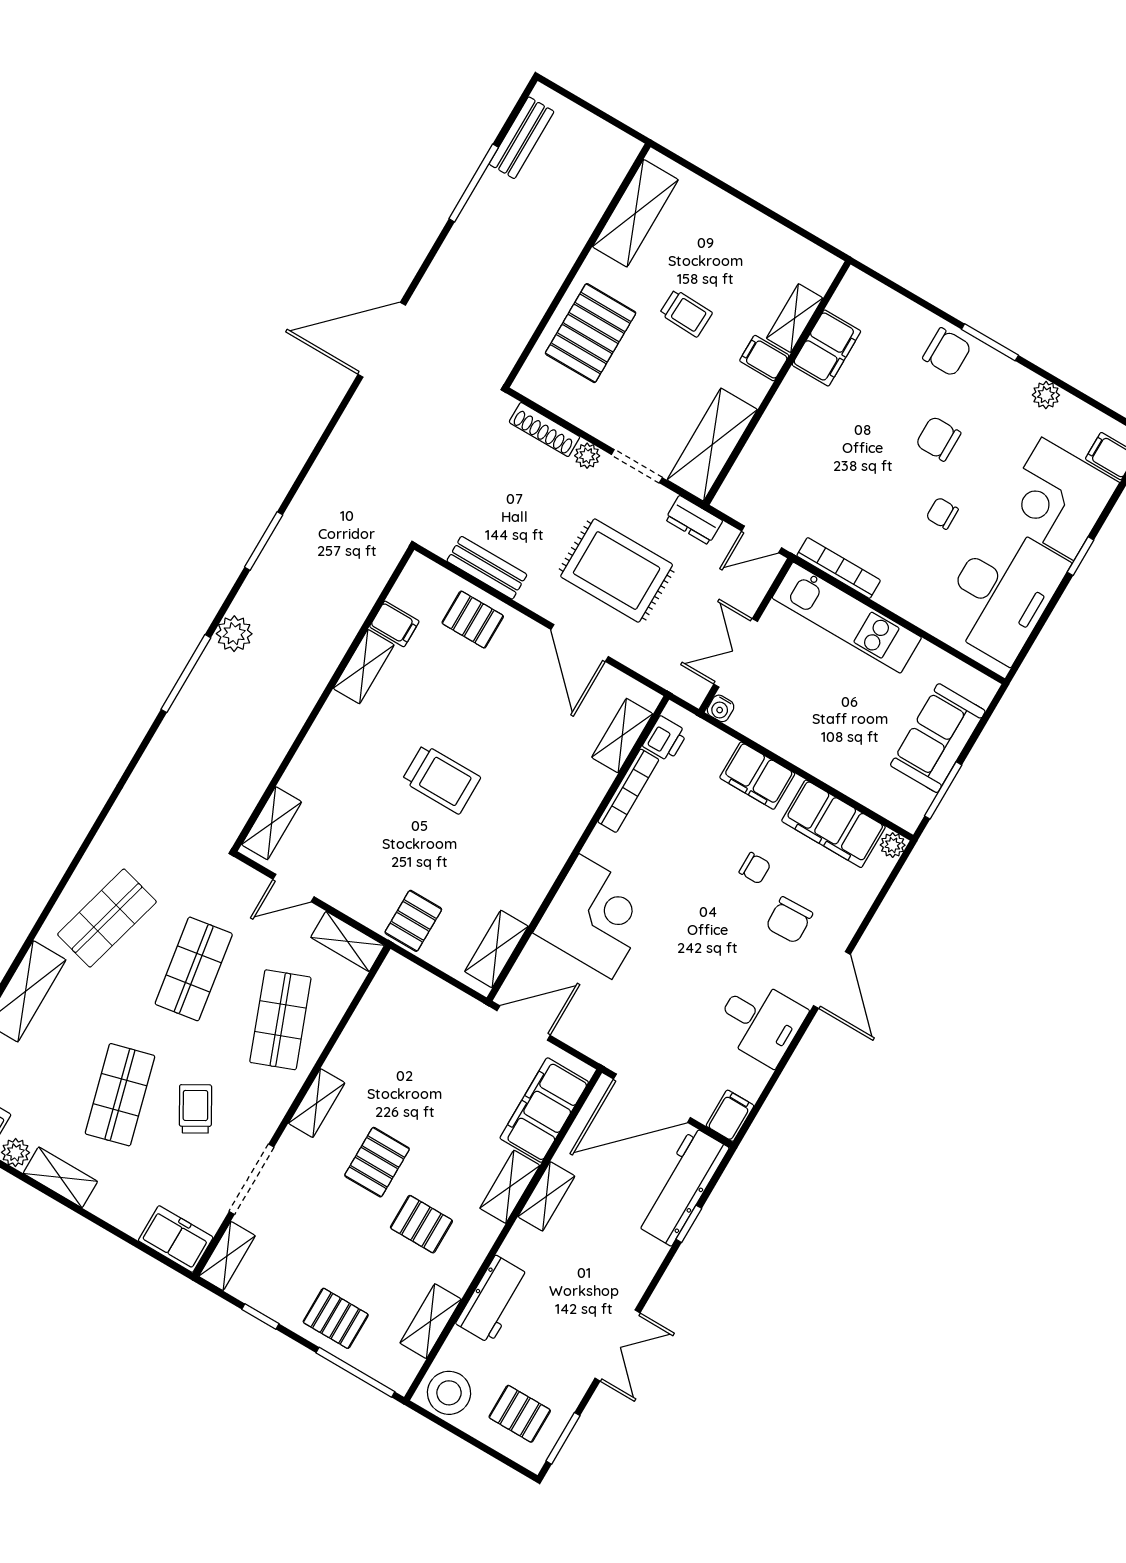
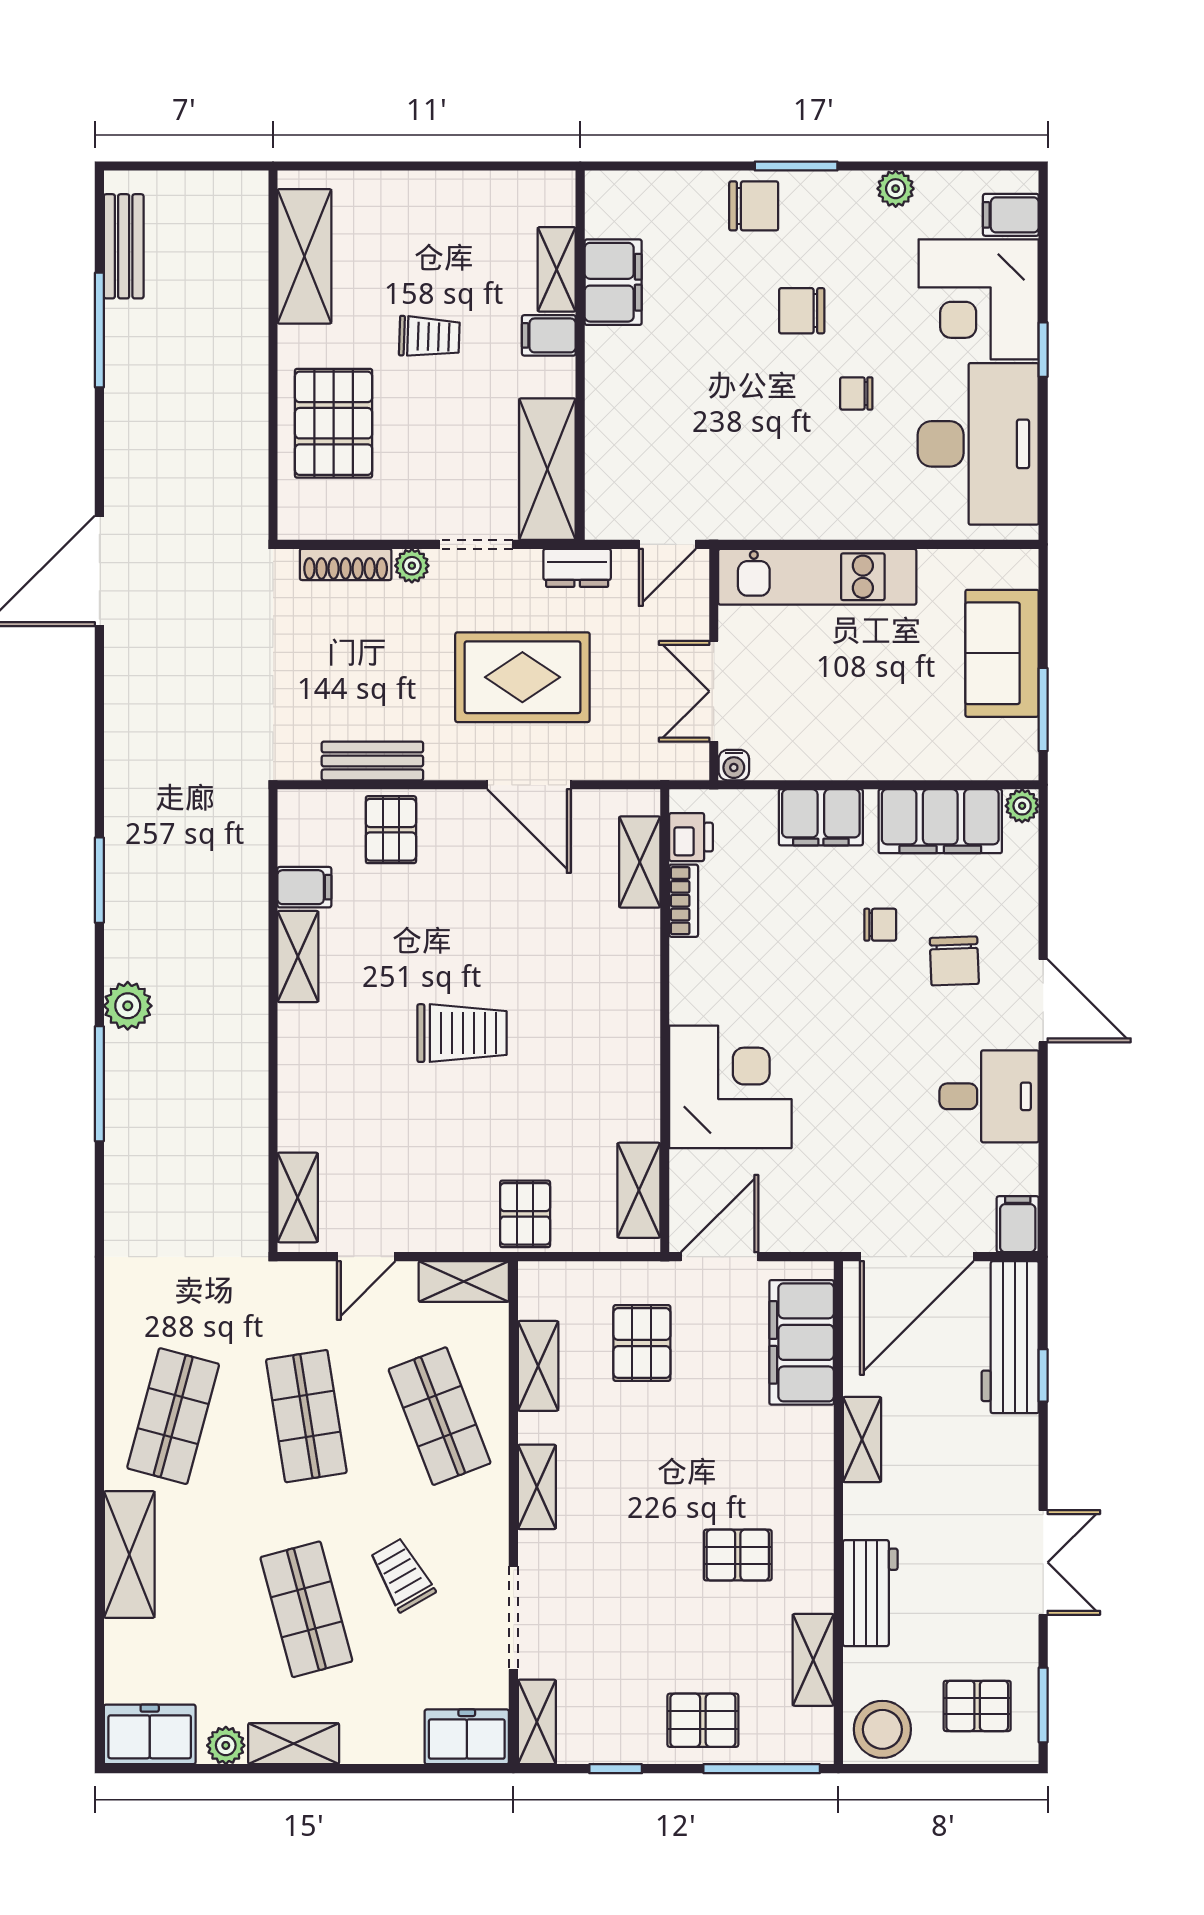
bookcase: (839, 568) -> (775, 525), removed
pallet: (473, 620) -> (391, 830), turned 90
bookcase: (628, 791) -> (684, 901), width x0.64
pallet: (377, 1162) -> (642, 1343), moved
shelving: (510, 1187) -> (538, 1366), moved

